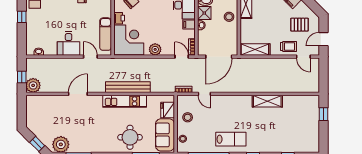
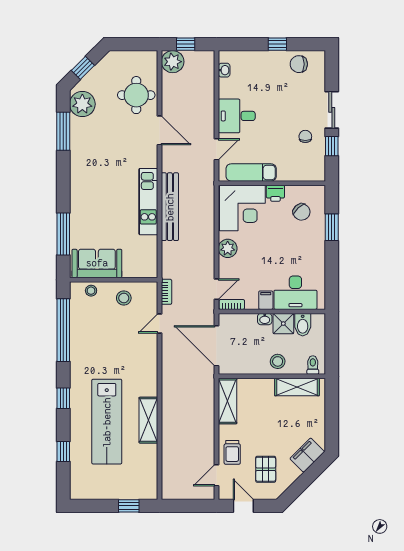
fridge: (168, 110) -> (135, 268), removed
round table: (130, 137) -> (136, 95), moved
lab bench: (231, 139) -> (107, 422), moved, width x1.86, depth x1.39

